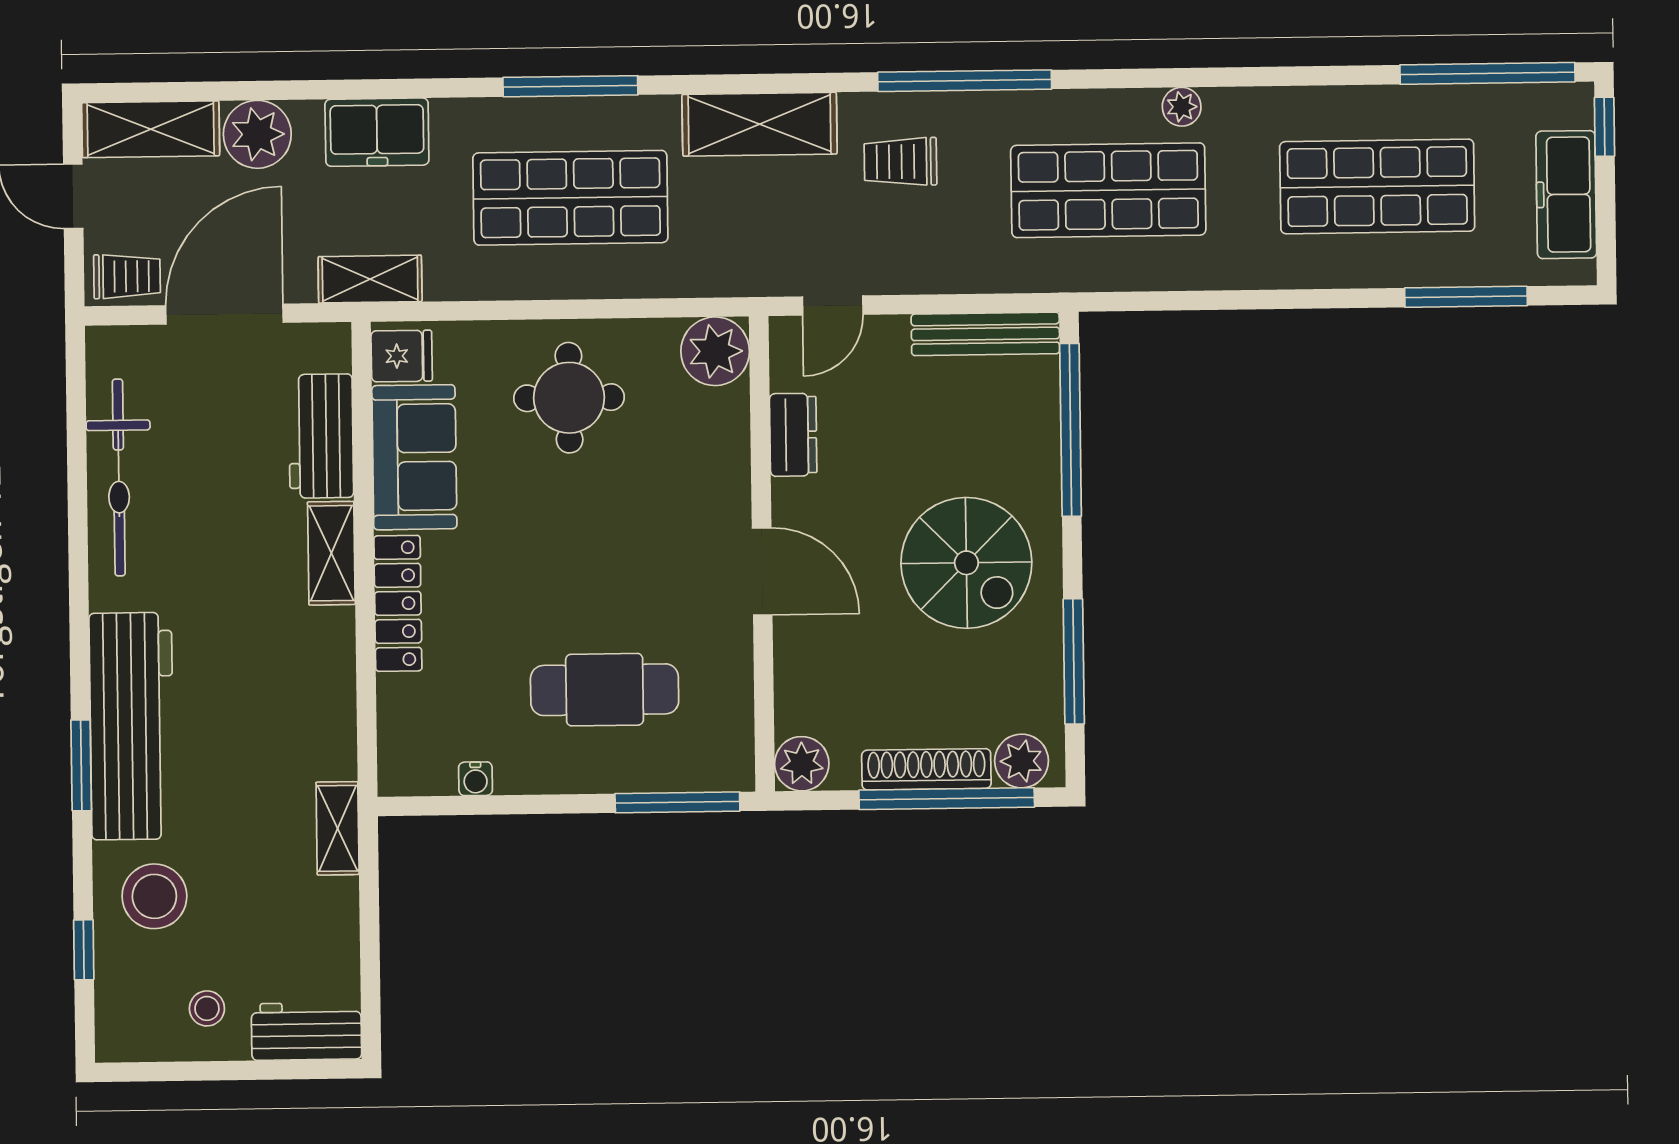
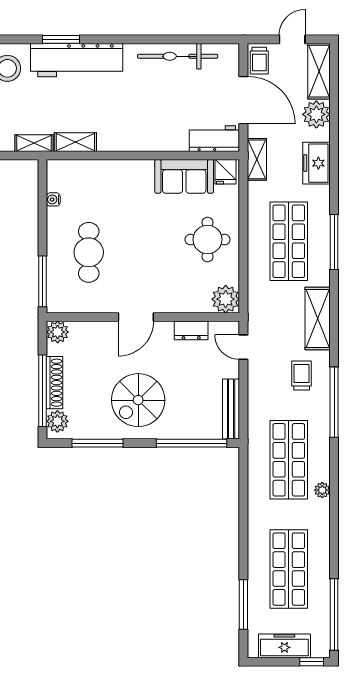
workbench: (321, 436) -> (214, 139), moved
shelving: (331, 553) -> (75, 142), moved
locker: (398, 603) -> (125, 169), removed

